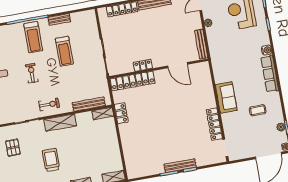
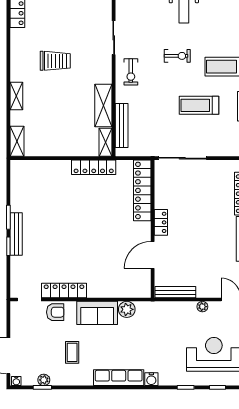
locker: (143, 65) -> (161, 222), moved
plant: (220, 77) -> (127, 309), added
locker: (121, 113) -> (94, 167), width x1.53
shelving: (60, 123) -> (103, 105), moved
armchair: (231, 128) -> (55, 312), added
pallet: (13, 148) -> (81, 12), removed

